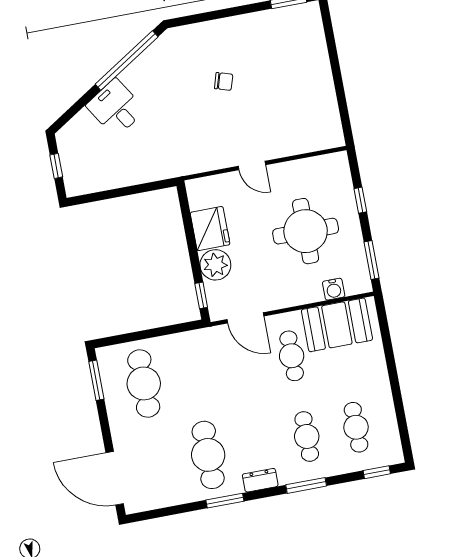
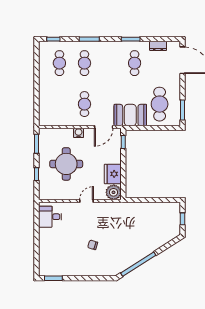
desk: (116, 108) -> (50, 217), moved, turned 123
door: (252, 166) -> (86, 201), hinge flipped
plant: (215, 265) -> (114, 192), moved
water cooler: (334, 289) -> (79, 133), moved
door: (245, 318) -> (104, 127), swing flipped
booth: (337, 325) -> (130, 115), moved
cafe table: (208, 455) -> (135, 63), width x0.73, depth x0.74
dresser: (260, 480) -> (158, 46), moved

